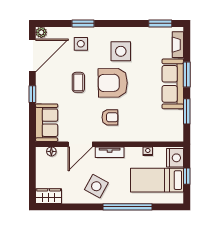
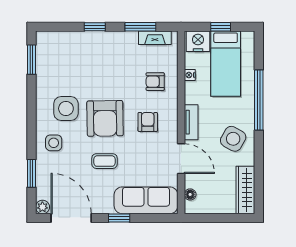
window: (83, 23) -> (32, 173), moved
side table: (81, 44) -> (54, 143), moved
fireplace: (178, 45) -> (155, 38), moved
window: (187, 74) -> (95, 27), width x0.67
sofa: (173, 84) -> (106, 44), removed
sofa: (47, 123) -> (146, 200), width x1.36
armchair: (142, 123) -> (155, 82), added
wardrobe: (49, 196) -> (245, 190), width x1.50

